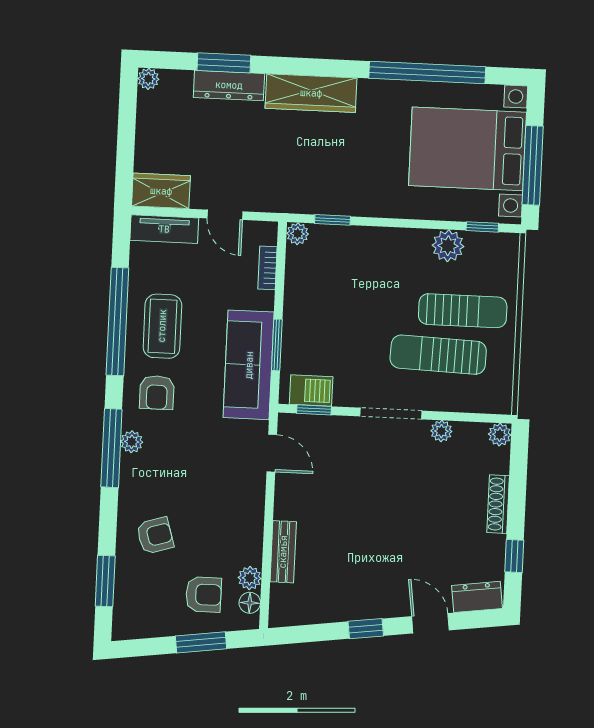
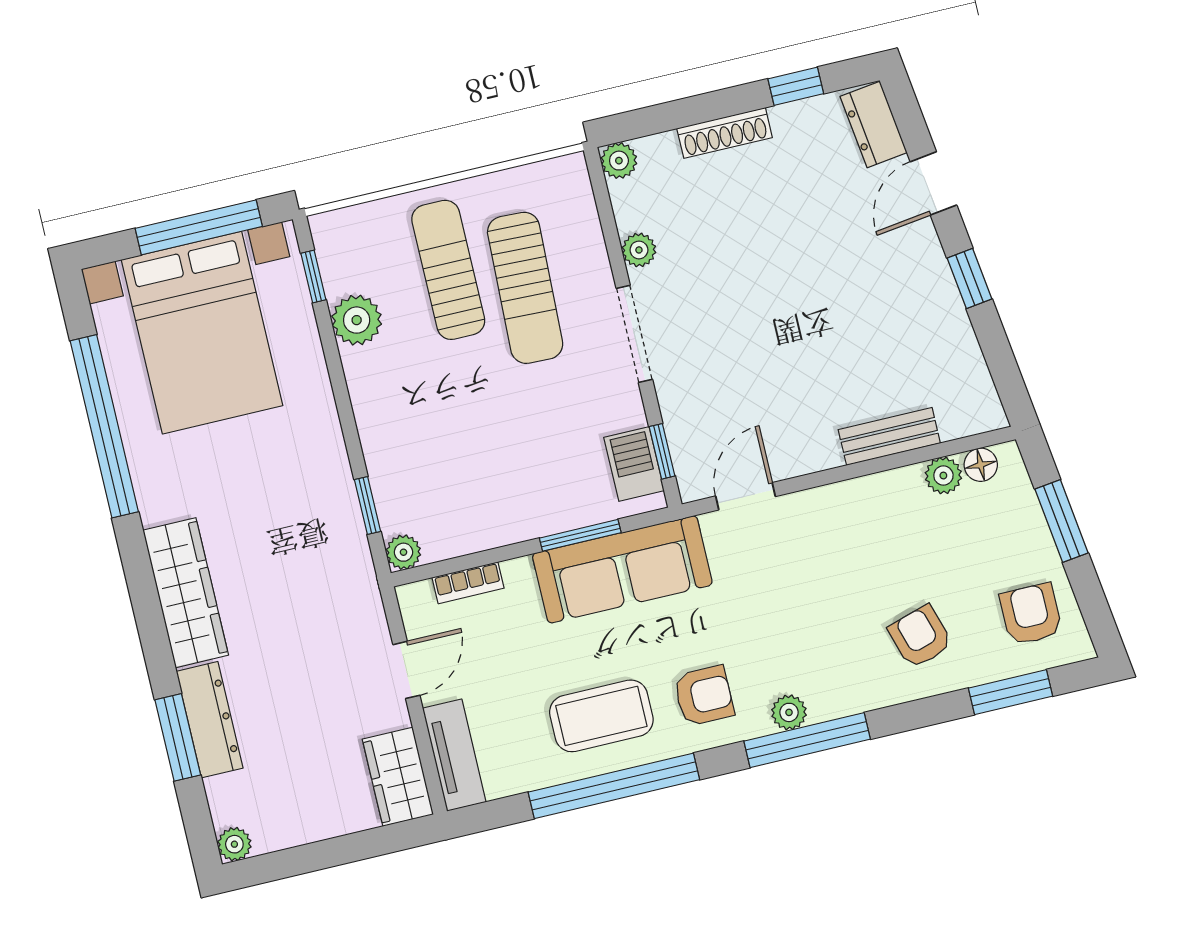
armchair: (204, 595) -> (1031, 614), moved

